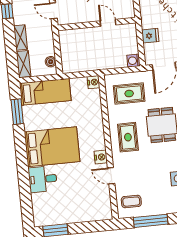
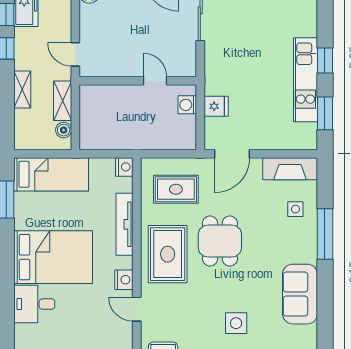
washing machine: (133, 61) -> (187, 105), moved
shelving: (24, 64) -> (63, 101), moved
tv unit: (97, 120) -> (125, 224), added
rug: (128, 137) -> (168, 254), width x1.36, depth x1.43

